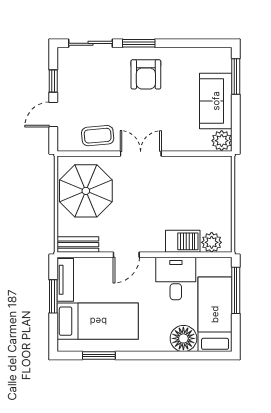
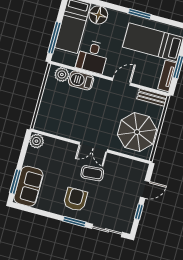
sofa: (216, 101) -> (28, 186), moved
coffee table: (98, 136) -> (92, 173), moved
window: (99, 356) -> (140, 14), moved

